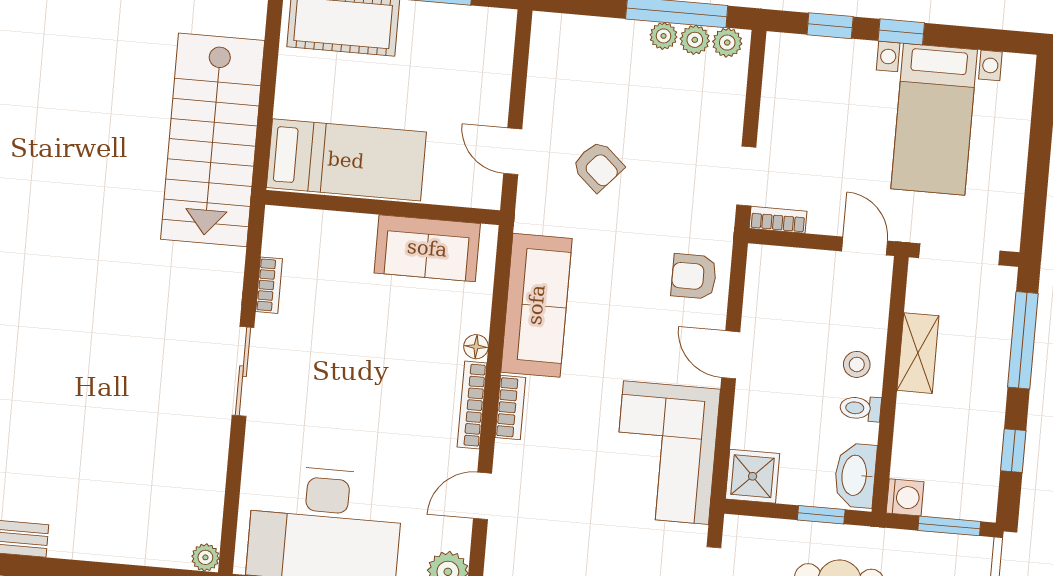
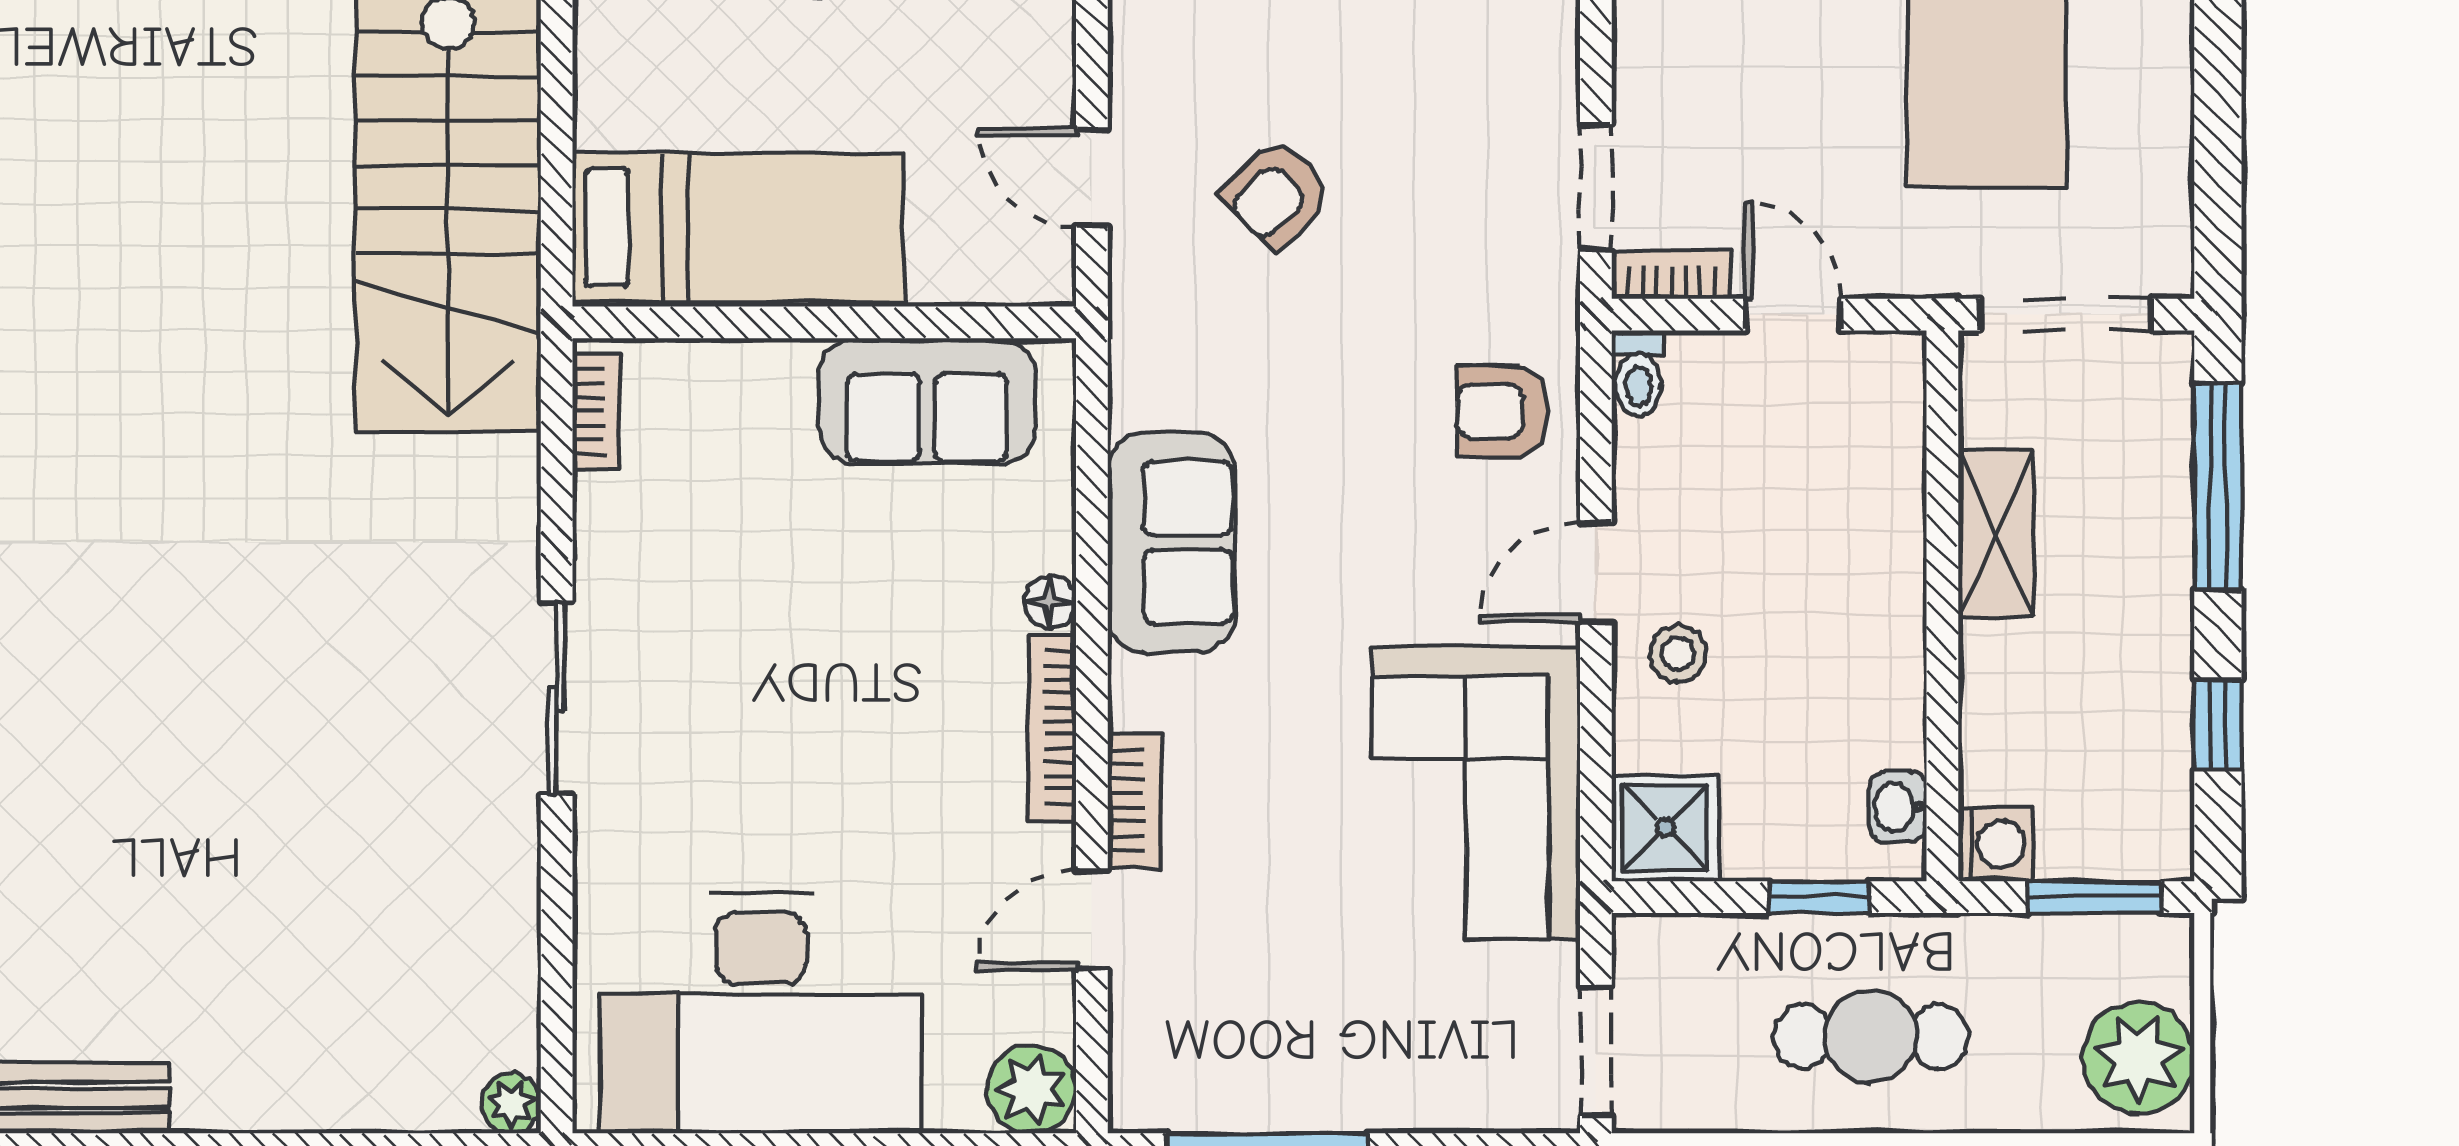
armchair: (598, 166) -> (1277, 194), turned 94
door: (865, 246) -> (1793, 315), moved
bookcase: (269, 285) -> (596, 411), moved
sofa: (536, 305) -> (1171, 542), width x0.73
door: (731, 355) -> (1596, 572), hinge flipped
stool: (857, 364) -> (1678, 653), moved
bookcase: (510, 408) -> (1135, 800), moved
toilet: (860, 408) -> (1638, 374), moved, turned -90
washbasin: (855, 475) -> (1898, 807), width x0.52, depth x0.69

